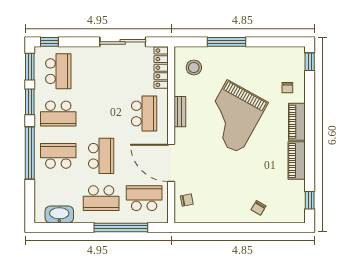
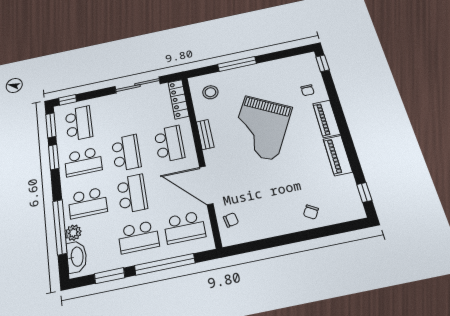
school desk: (101, 114) -> (126, 153), added
window: (30, 153) -> (60, 227), moved
school desk: (58, 156) -> (88, 203), turned 180
plant: (42, 182) -> (73, 233), added
school desk: (144, 198) -> (185, 227), turned 180
washbasin: (59, 214) -> (77, 257), moved, turned 90
window: (71, 227) -> (110, 276), added

